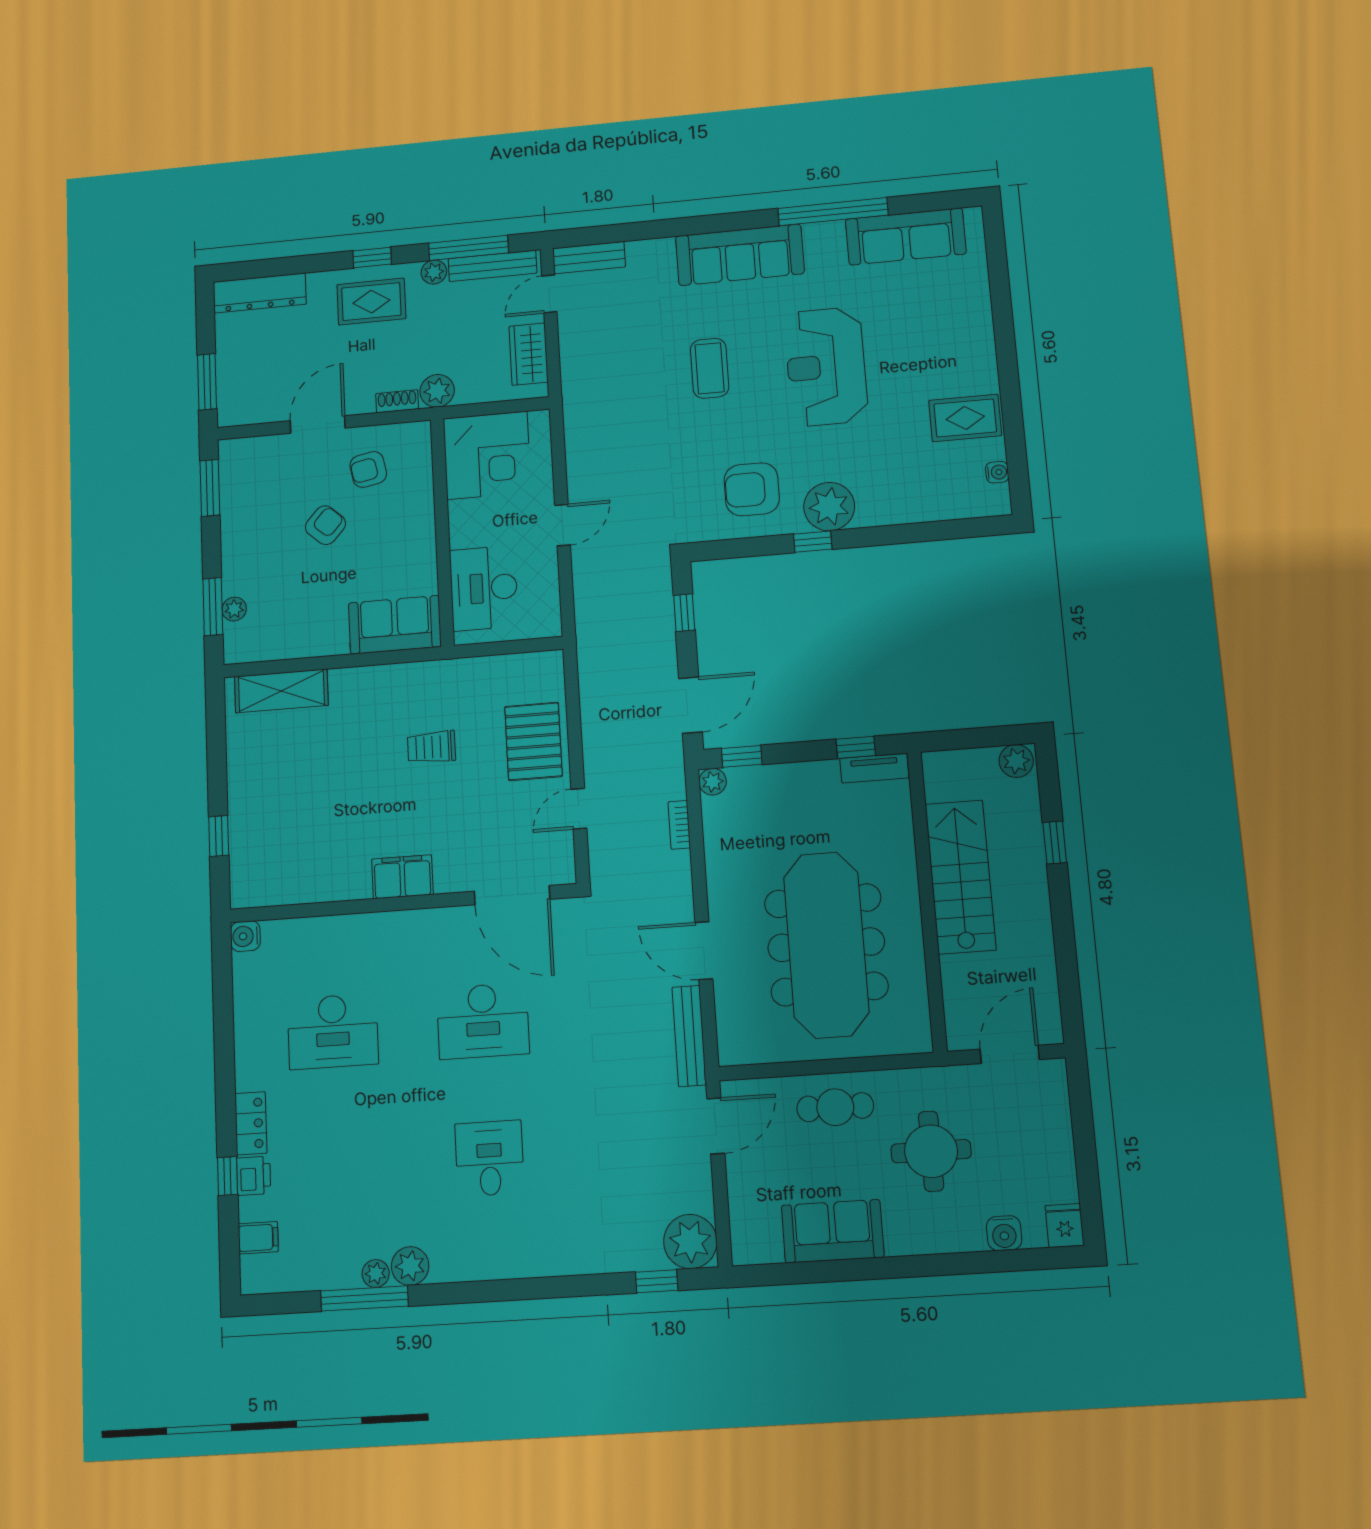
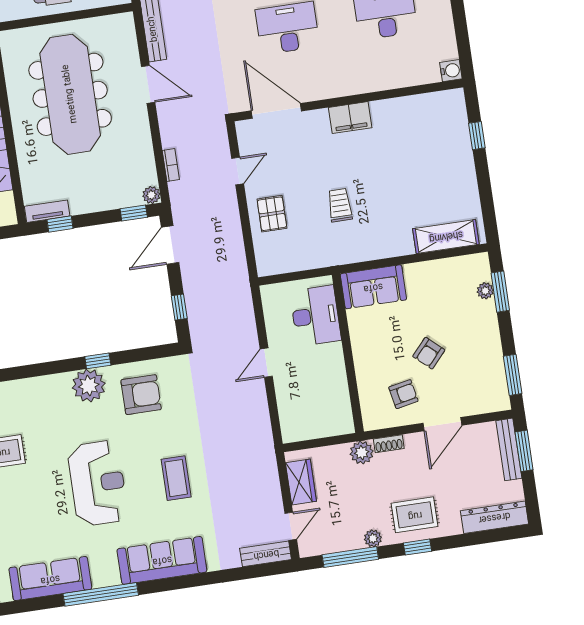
bench: (492, 266) -> (509, 449), moved, turned 90
corner desk: (487, 455) -> (323, 409), removed
pallet: (533, 741) -> (272, 214), width x0.67, depth x0.71
trolley: (431, 747) -> (340, 205), turned -90

